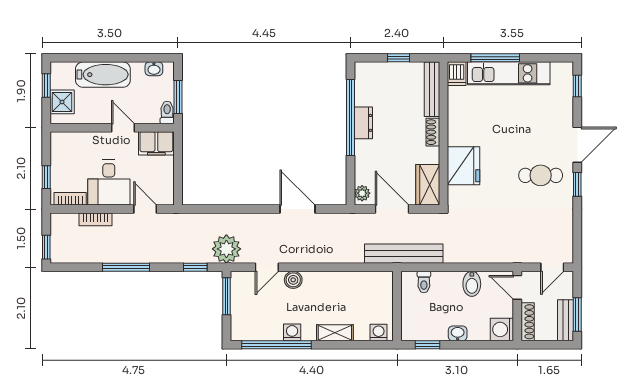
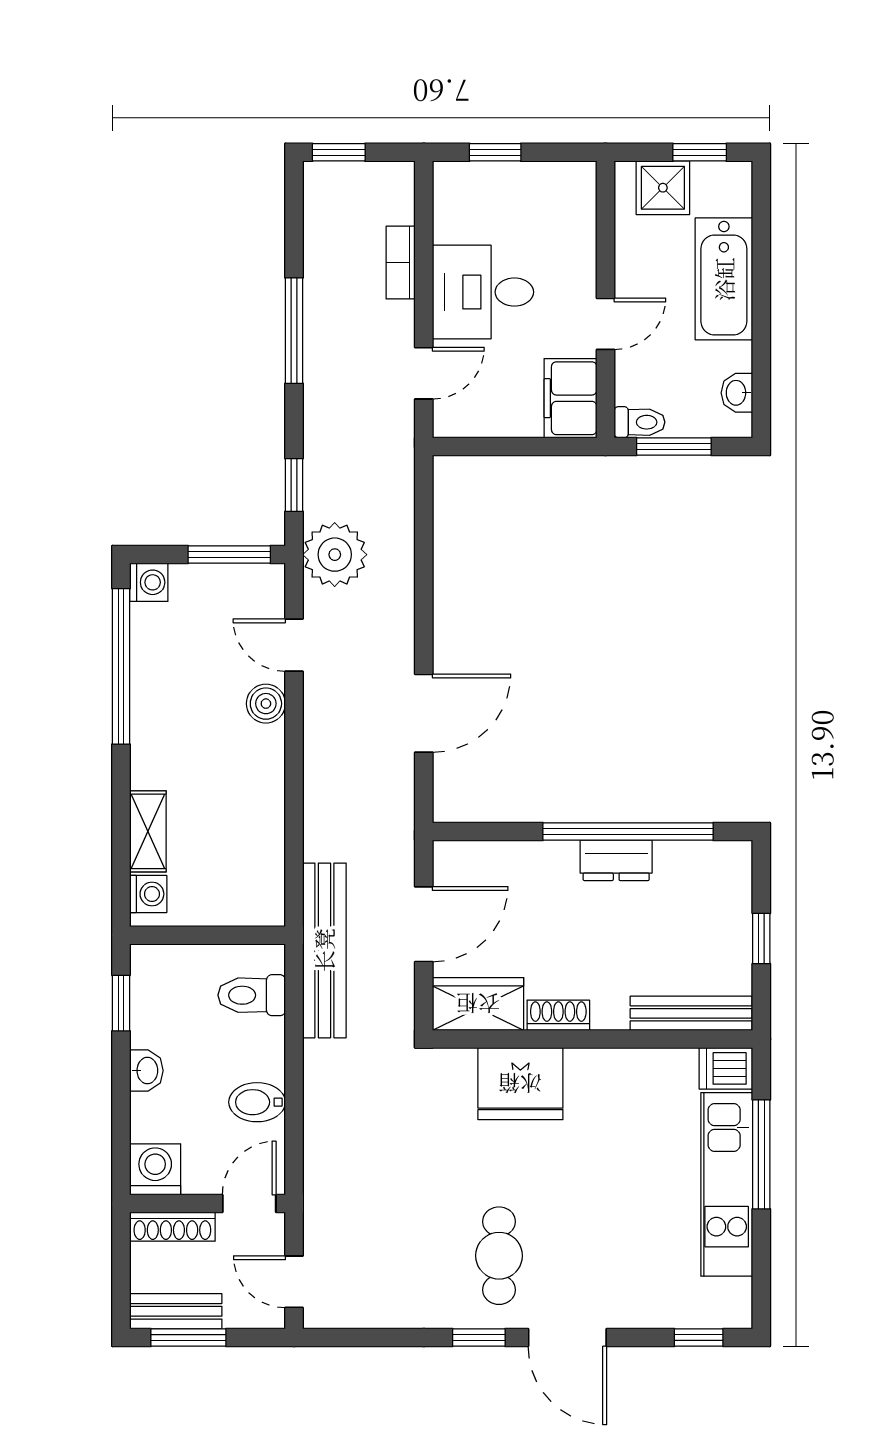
shoe rack: (433, 132) -> (558, 1015), moved
plant: (362, 193) -> (459, 858), removed
bookcase: (70, 199) -> (447, 206), removed
toilet: (424, 282) -> (252, 995), width x1.37, depth x1.39
washing machine: (292, 332) -> (149, 582), moved
shelving: (335, 333) -> (148, 831), moved

